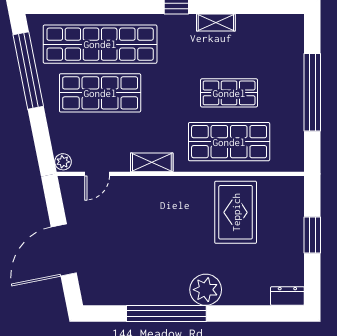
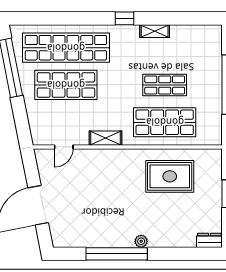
plant: (63, 162) -> (38, 138), removed
rug: (236, 212) -> (170, 176), turned 90
plant: (206, 290) -> (141, 241), width x0.53, depth x0.53

